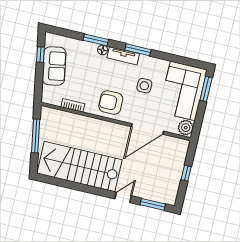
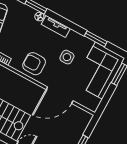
window: (138, 50) -> (96, 39), moved
plant: (186, 128) -> (93, 103), removed

